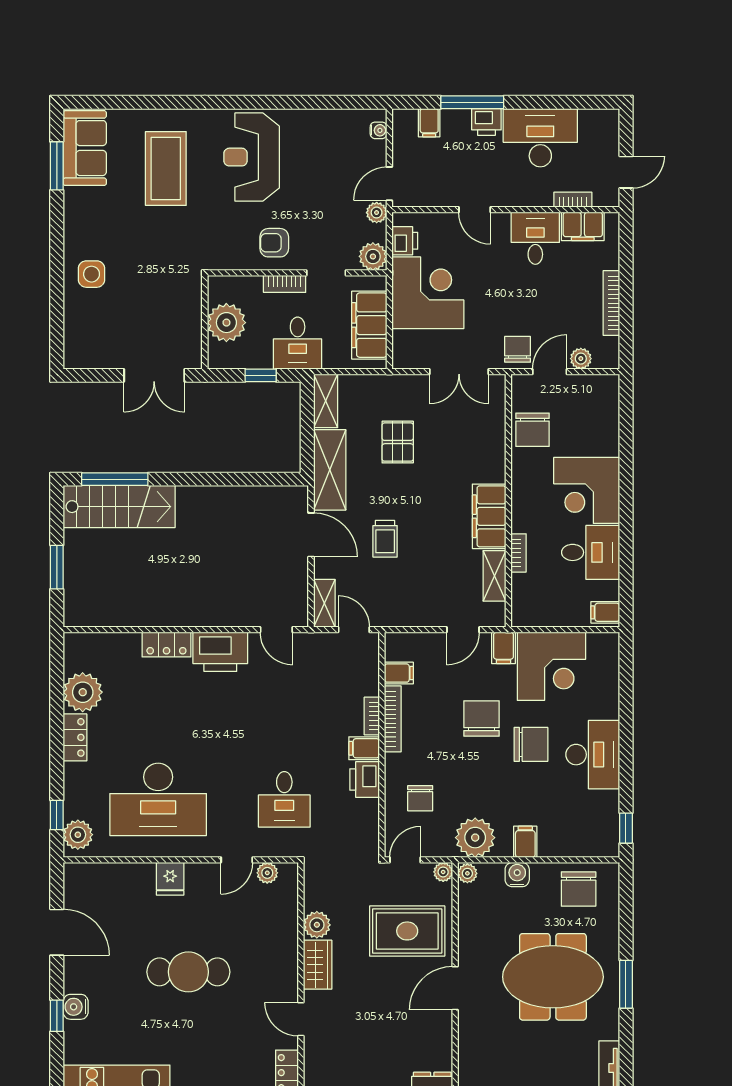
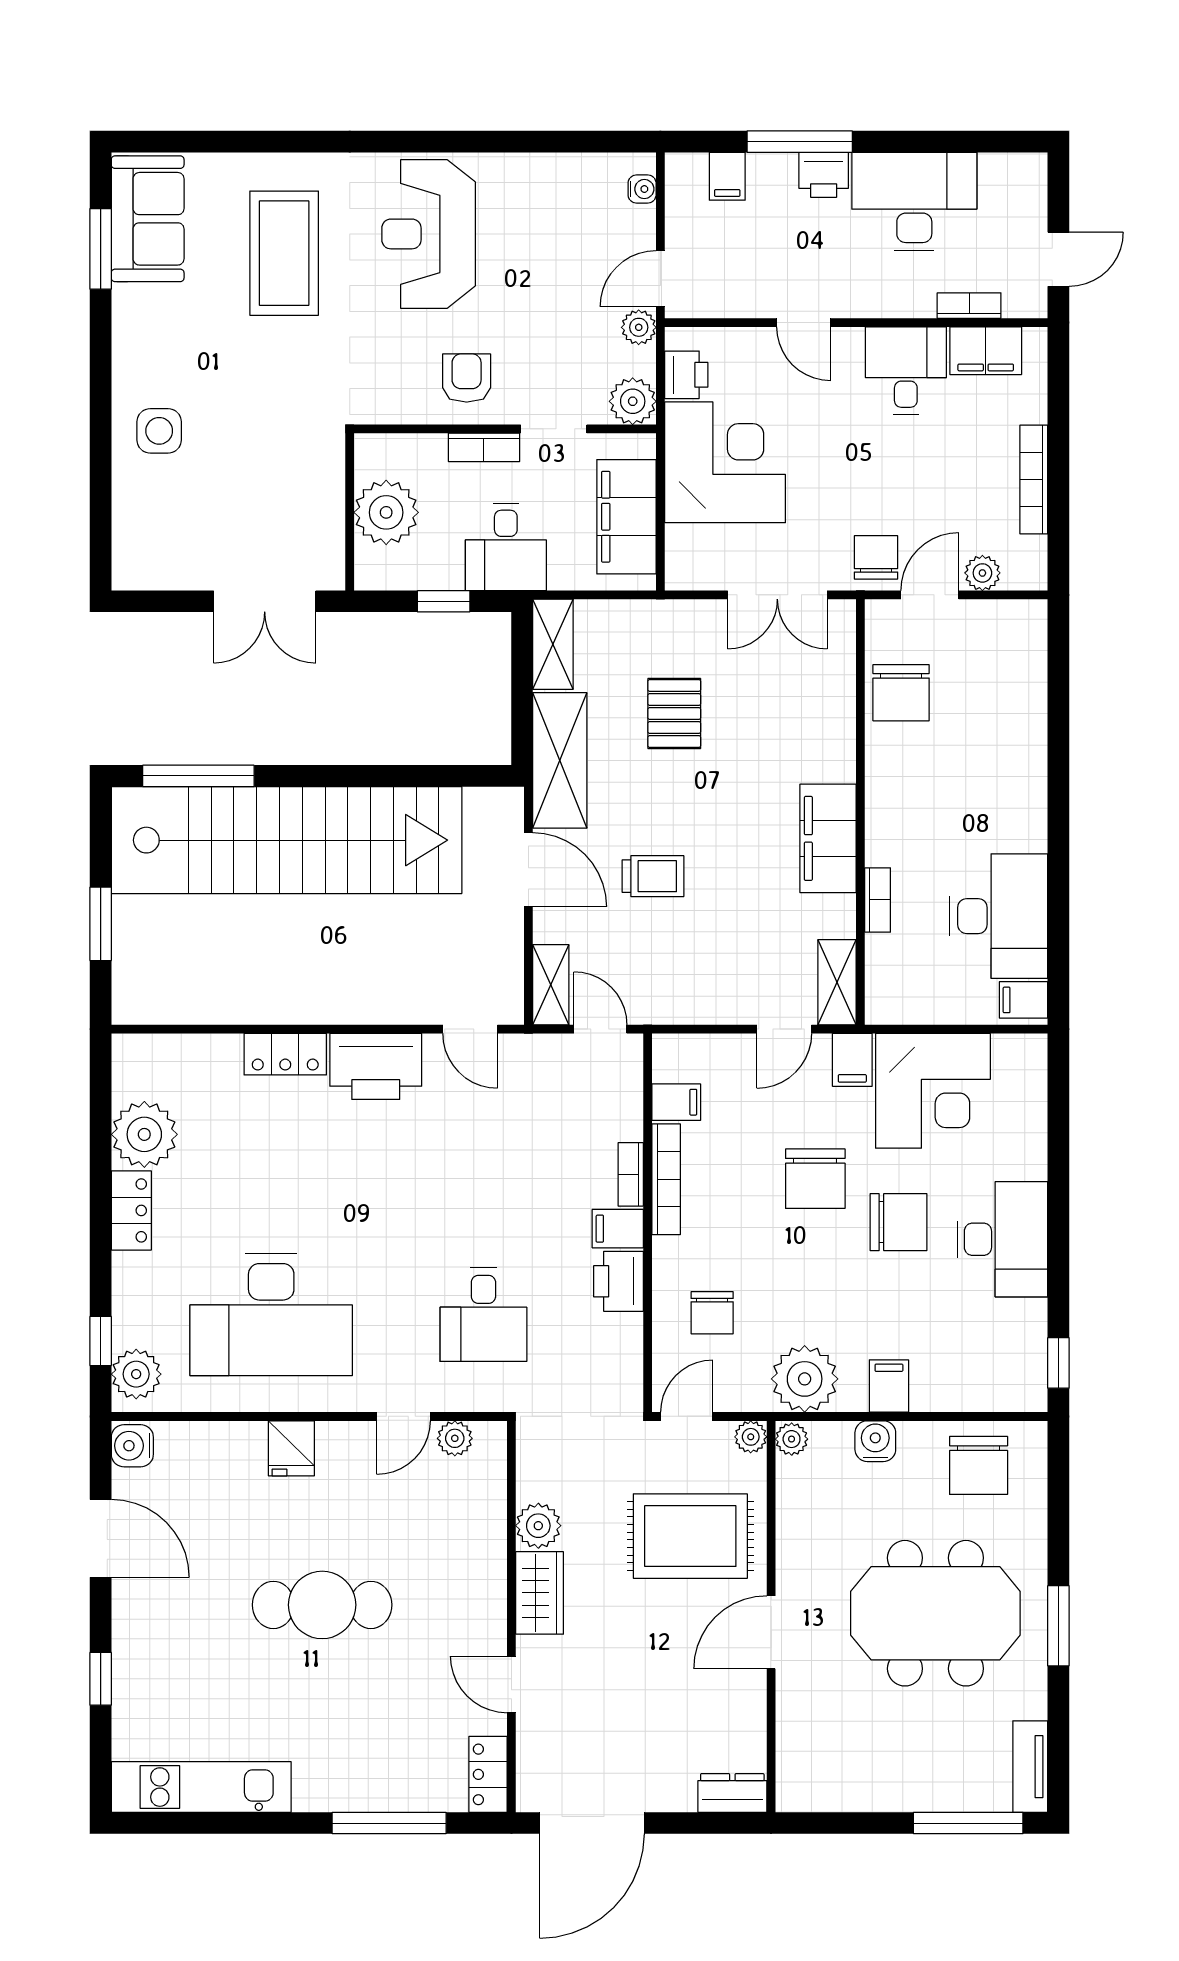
armchair: (274, 243) -> (467, 378), turned 90
corner desk: (587, 490) -> (992, 795), removed
stairs: (119, 507) -> (287, 840), width x1.86, depth x1.51
trolley: (385, 539) -> (653, 876), turned -90
desk: (591, 552) -> (999, 916), width x1.37
shelving: (494, 576) -> (837, 982), moved
chair: (482, 719) -> (815, 1179), turned 180
water cooler: (76, 1007) -> (132, 1446), moved

